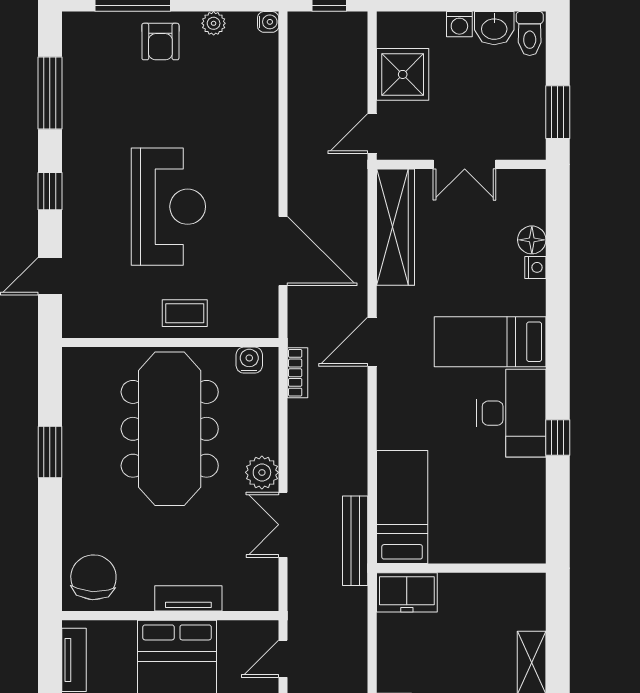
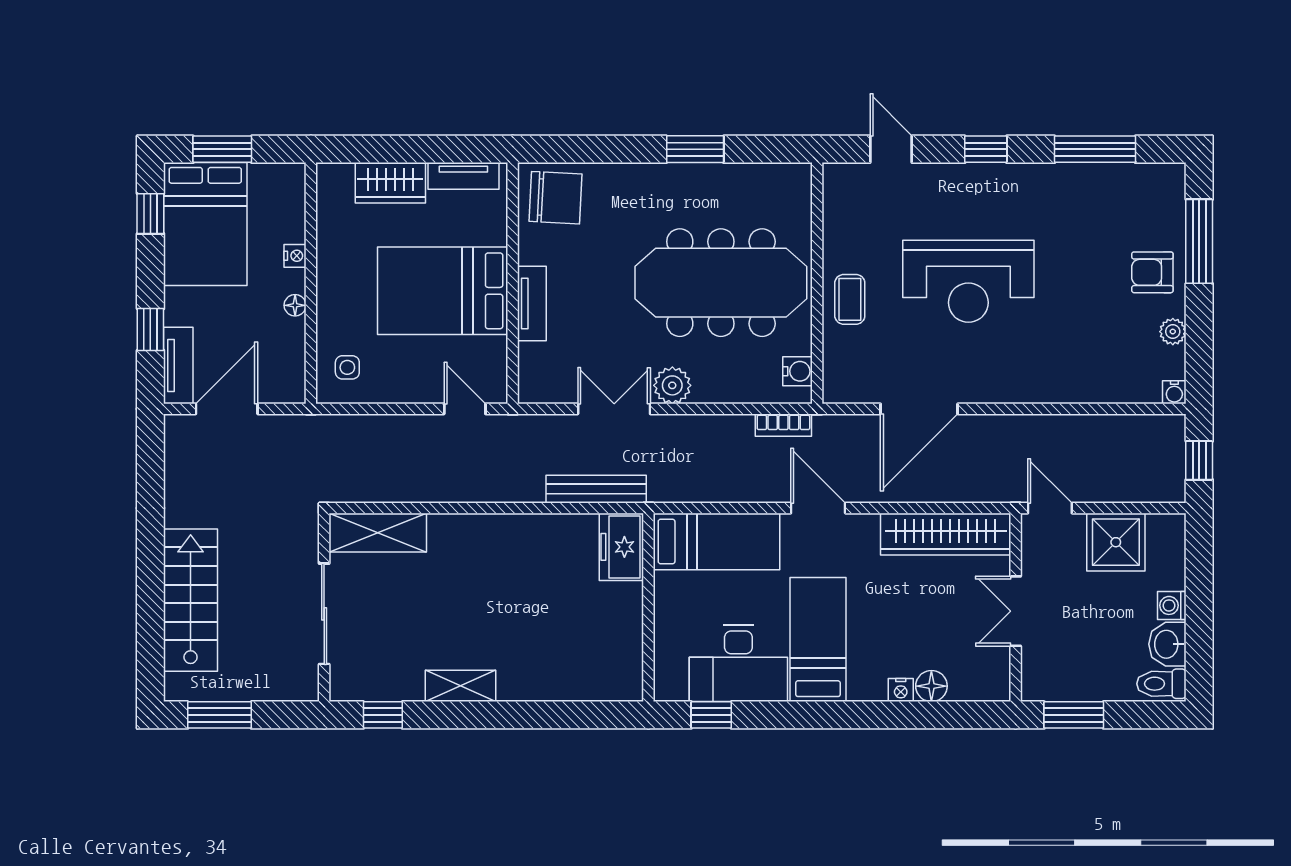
bed: (402, 507) -> (716, 542), moved
wall: (461, 568) -> (648, 607), moved
freezer: (407, 592) -> (621, 547), moved

